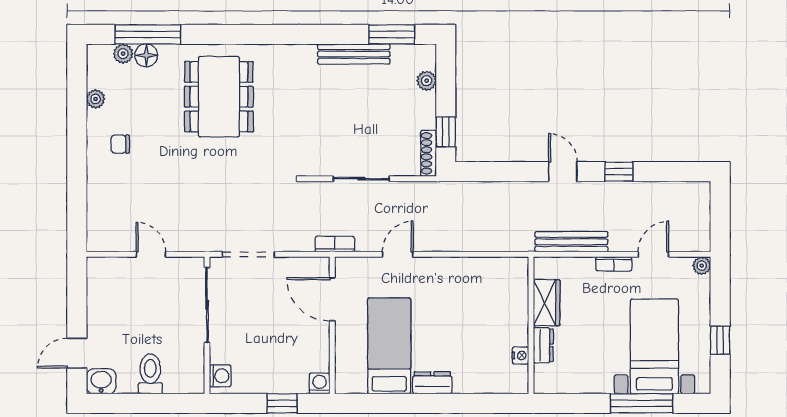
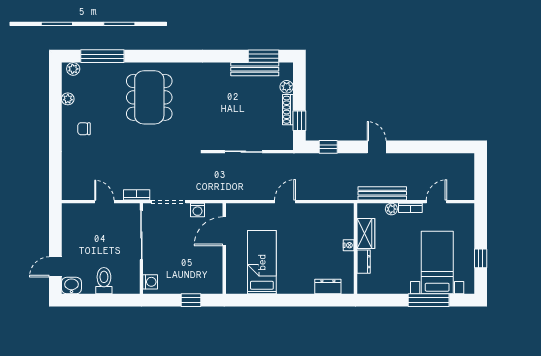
plant: (123, 54) -> (73, 69), moved
bench: (354, 54) -> (255, 69), moved
floor lamp: (146, 55) -> (101, 70), removed
shoe rack: (428, 153) -> (288, 110), moved
window: (619, 172) -> (328, 147), moved
bookcase: (335, 244) -> (137, 195), moved
door: (398, 254) -> (285, 202), moved
plant: (702, 266) -> (391, 209), moved
door: (332, 299) -> (224, 231), hinge flipped
nightstand: (520, 355) -> (349, 245), moved
dresser: (432, 383) -> (328, 287), moved
washing machine: (320, 384) -> (198, 210), moved, turned 180

